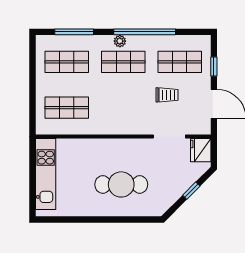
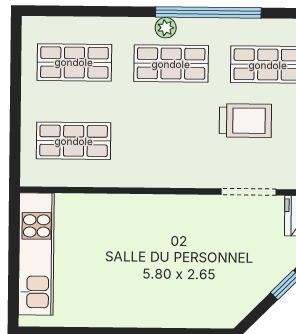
window: (74, 32) -> (88, 11), removed
trolley: (167, 95) -> (245, 121), width x1.36, depth x1.39
cafe table: (121, 184) -> (166, 273), removed

